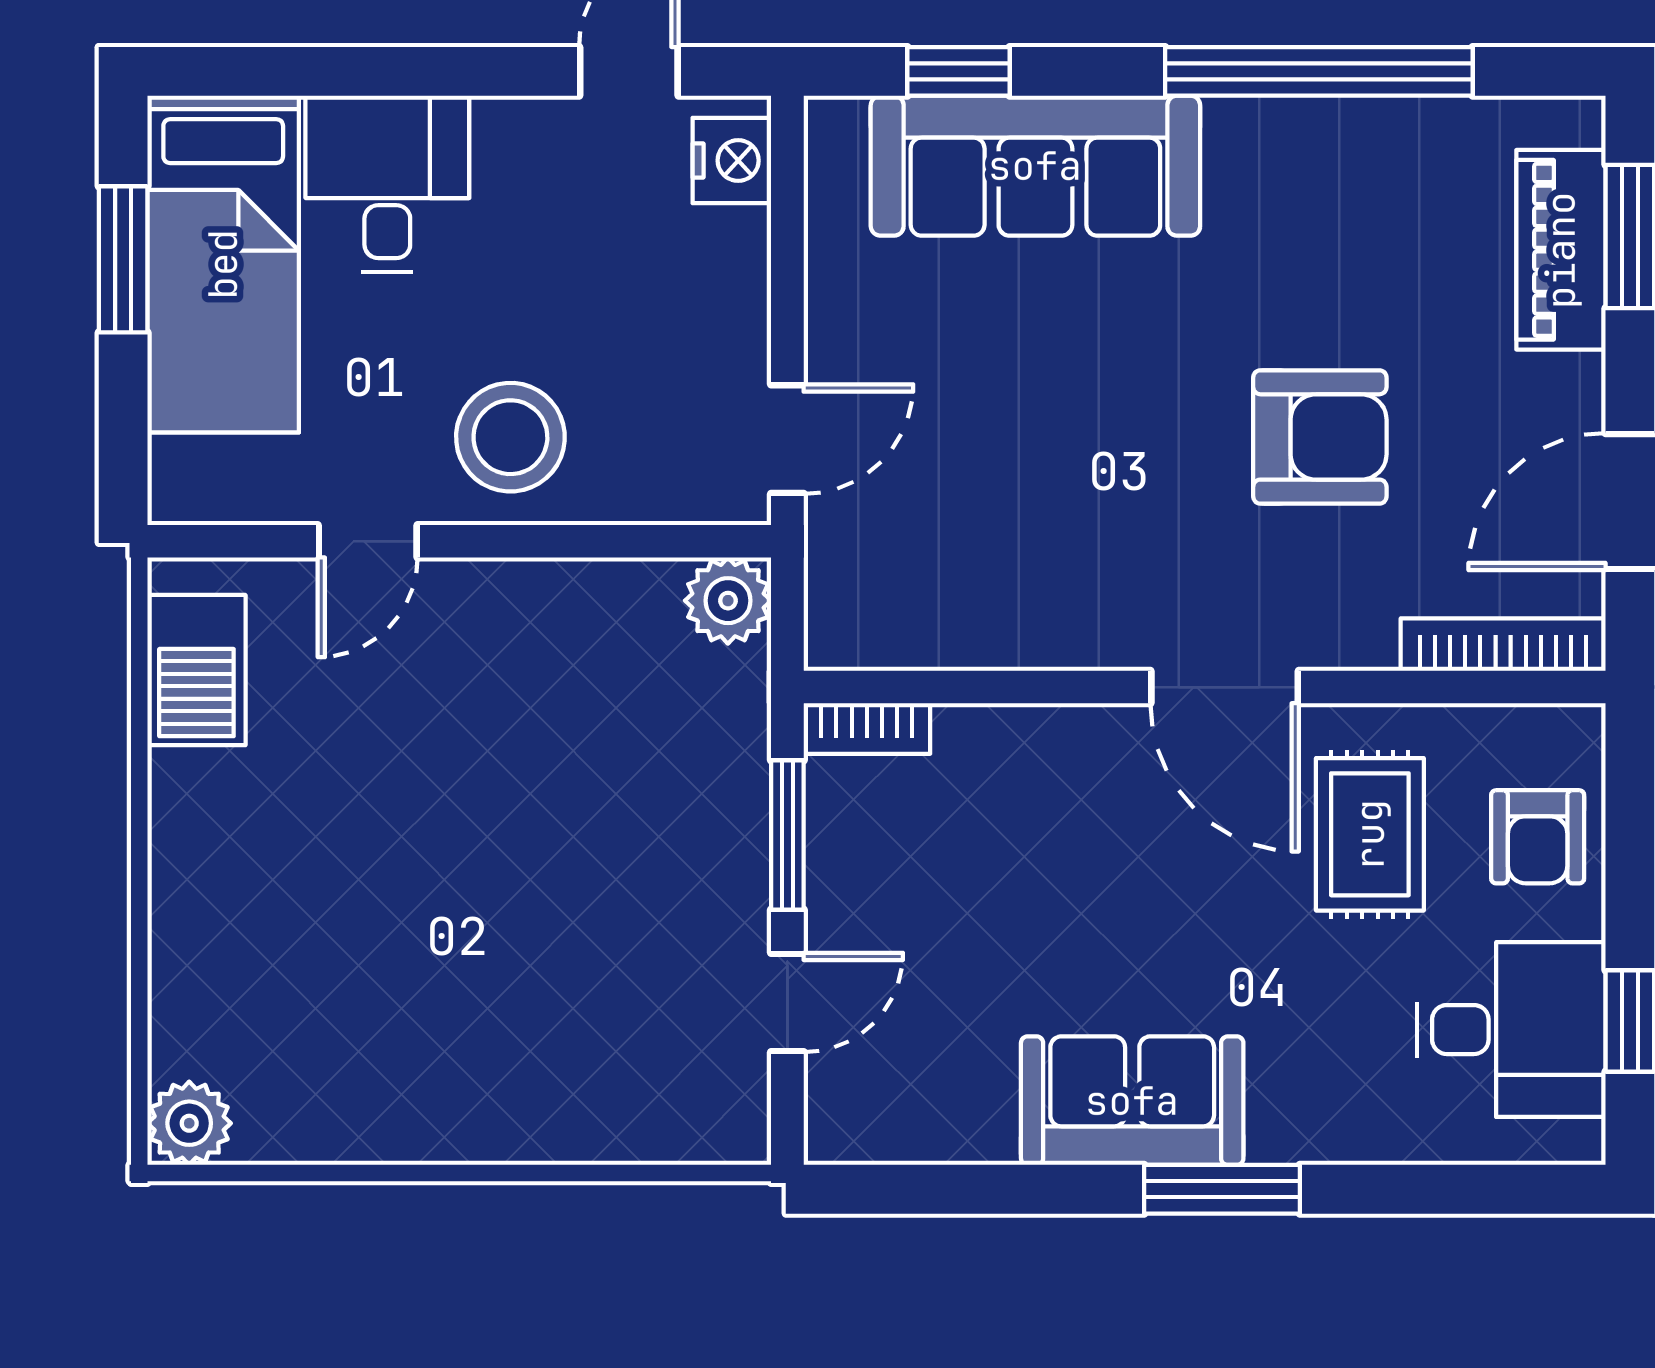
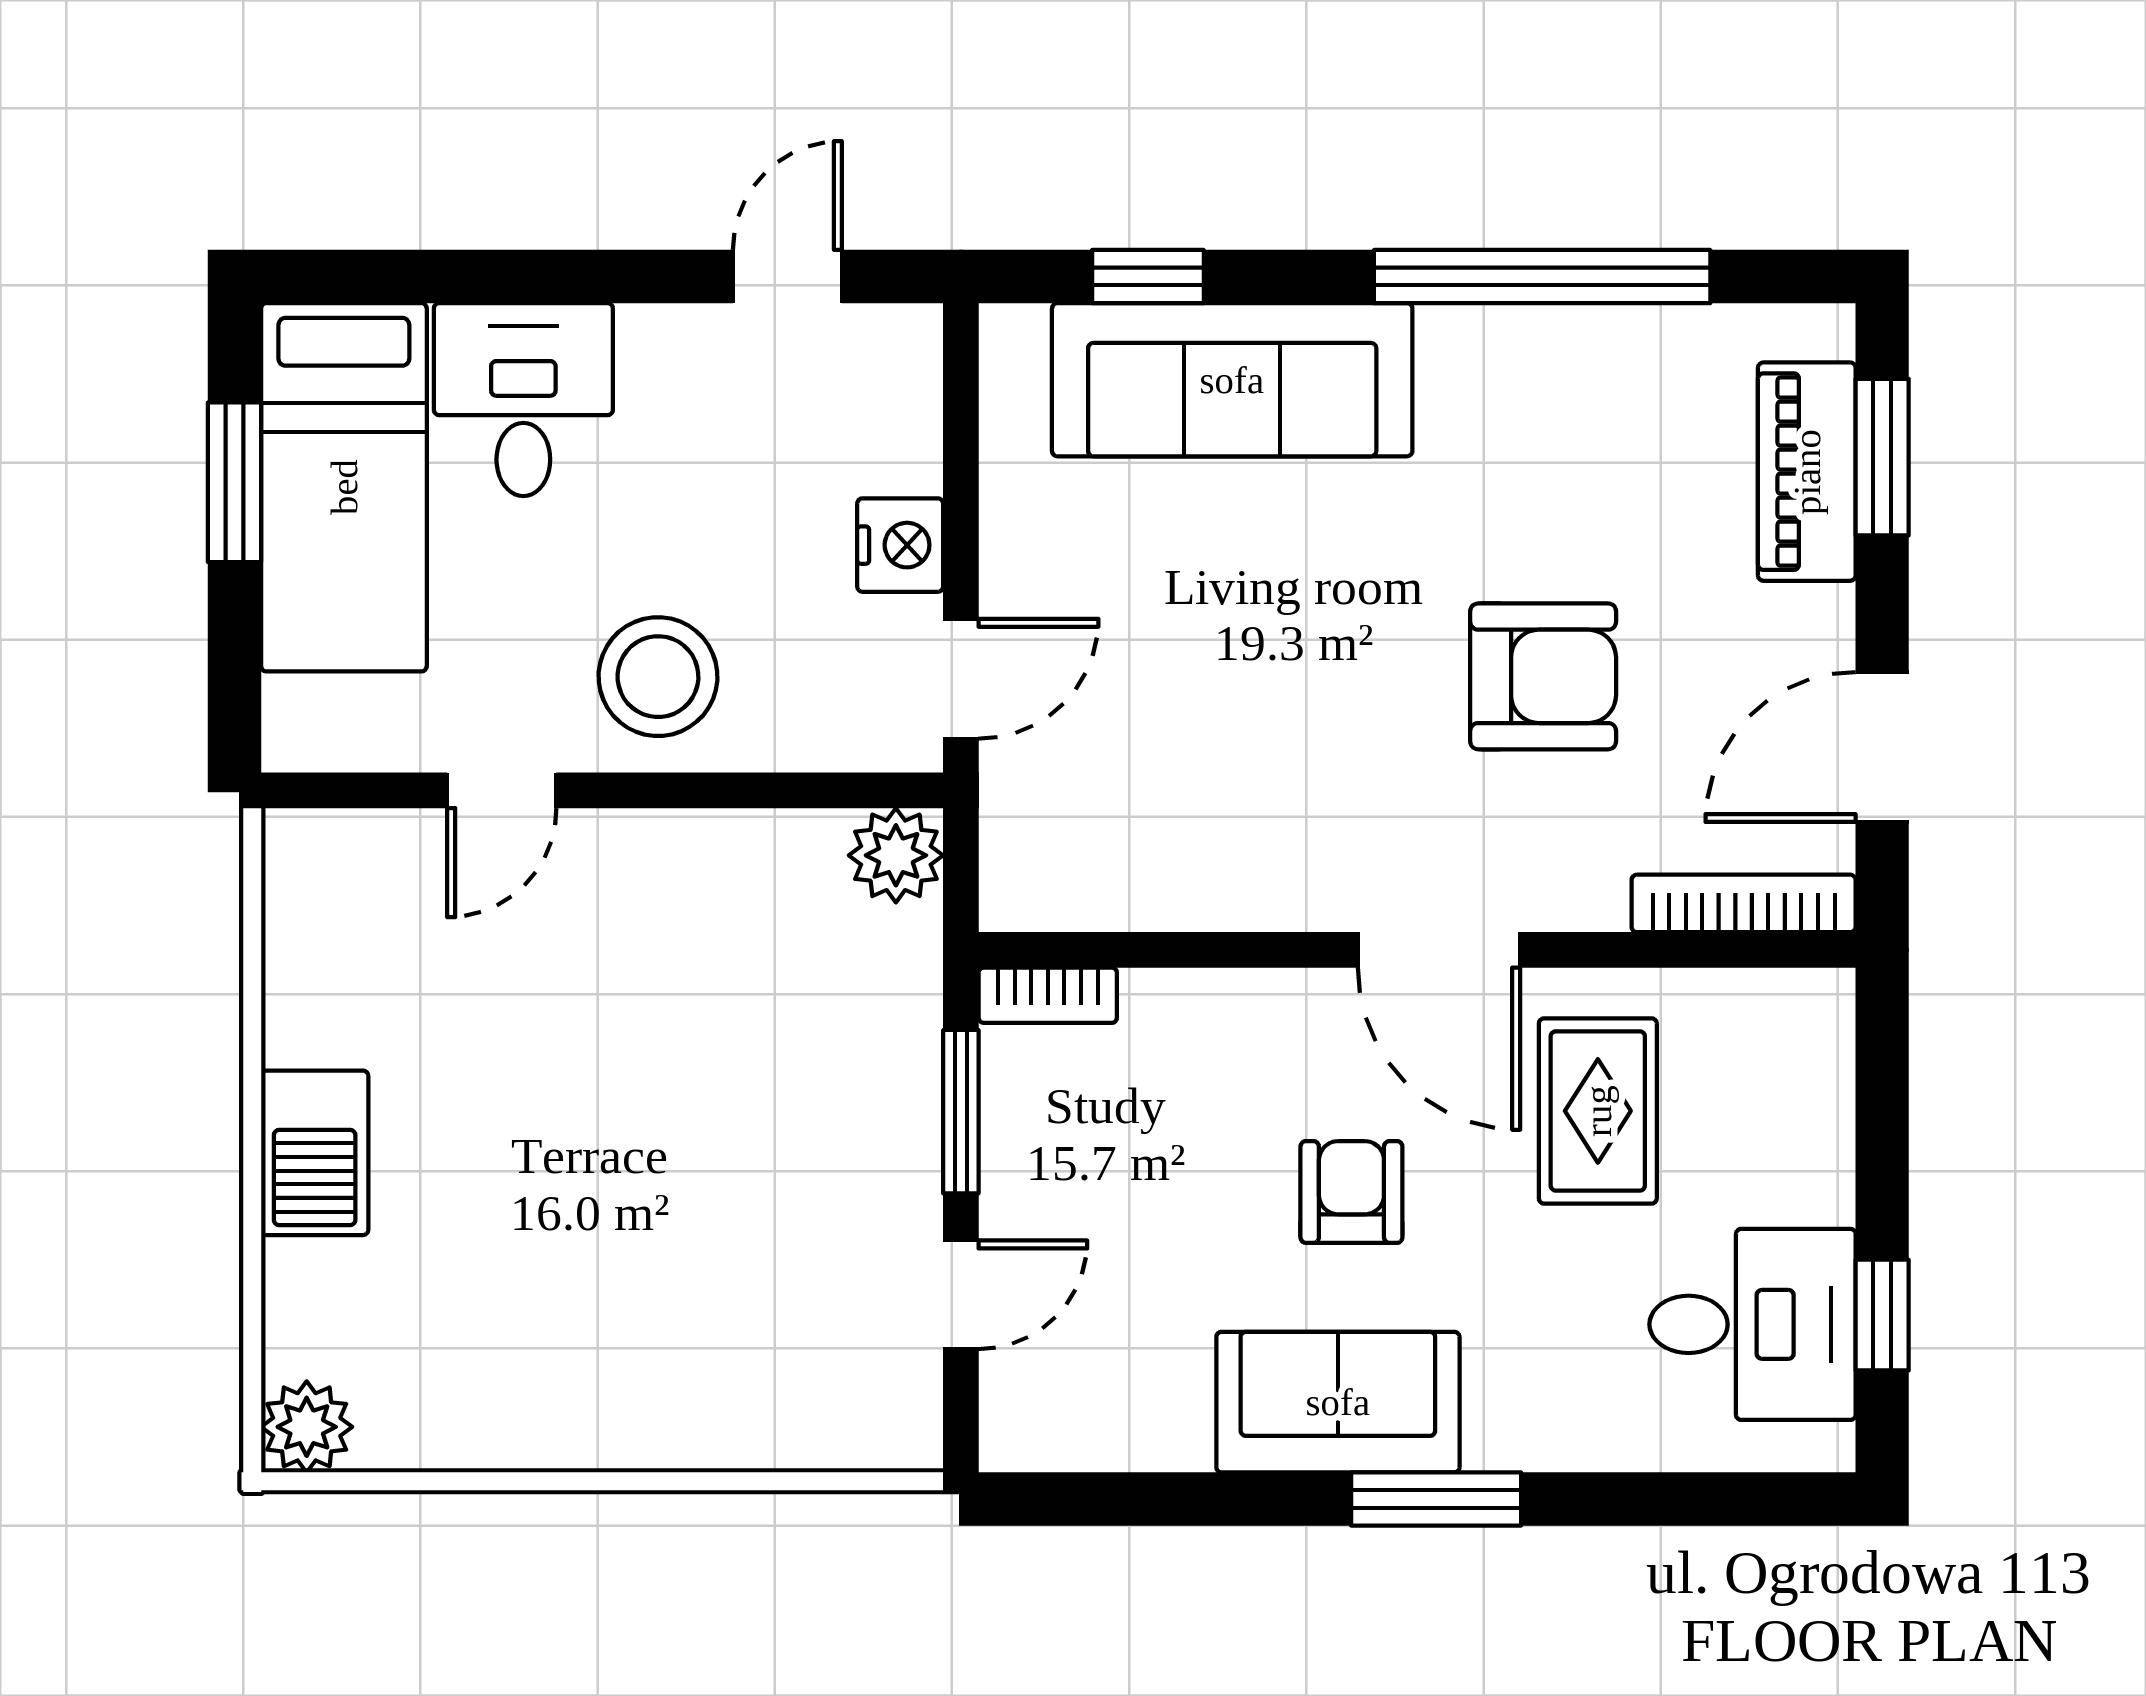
nightstand: (732, 160) -> (900, 545), moved
barbecue: (196, 670) -> (315, 1153), moved
armchair: (1538, 837) -> (1351, 1192), moved, turned 180

